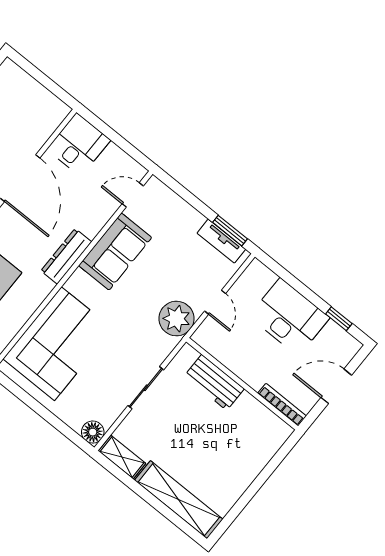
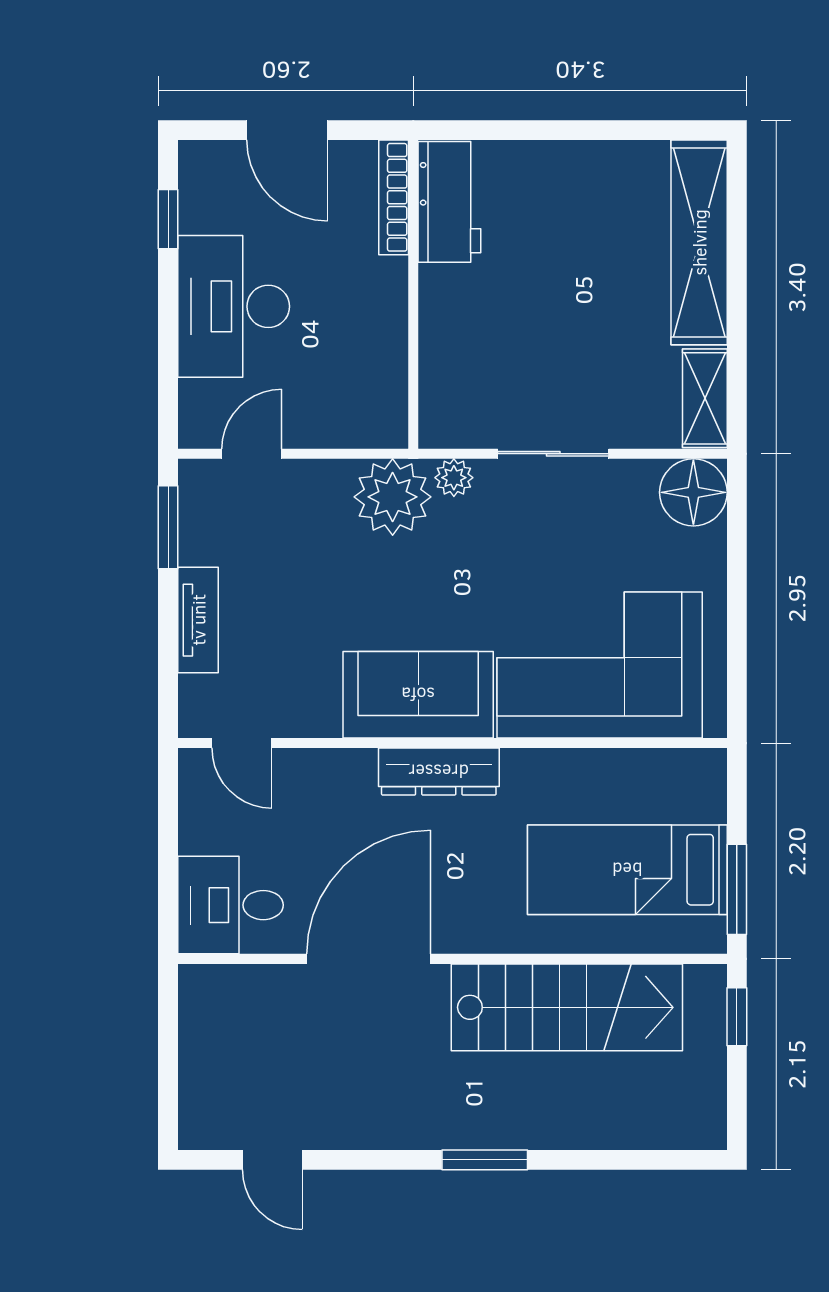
tv unit: (221, 241) -> (198, 620), moved
sofa: (115, 252) -> (418, 695), moved
door: (215, 302) -> (252, 454), moved
plant: (166, 346) -> (454, 478), added
workbench: (214, 382) -> (449, 202), moved
floor lamp: (93, 432) -> (693, 492), width x1.38, depth x1.38

